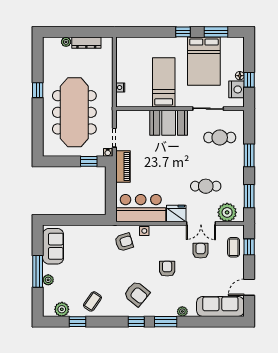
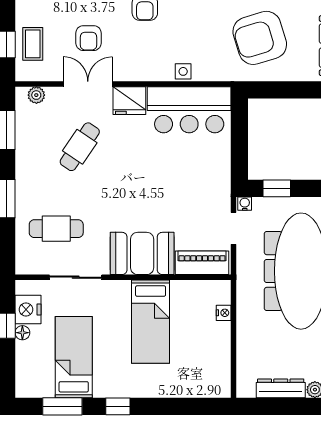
bed: (204, 61) -> (74, 357), width x0.67
piano: (123, 167) -> (202, 263), moved, turned 90
cafe table: (206, 186) -> (80, 147), turned -56
plant: (227, 212) -> (36, 95), width x0.53, depth x0.53
armchair: (124, 242) -> (260, 38), moved, width x1.88, depth x1.88

